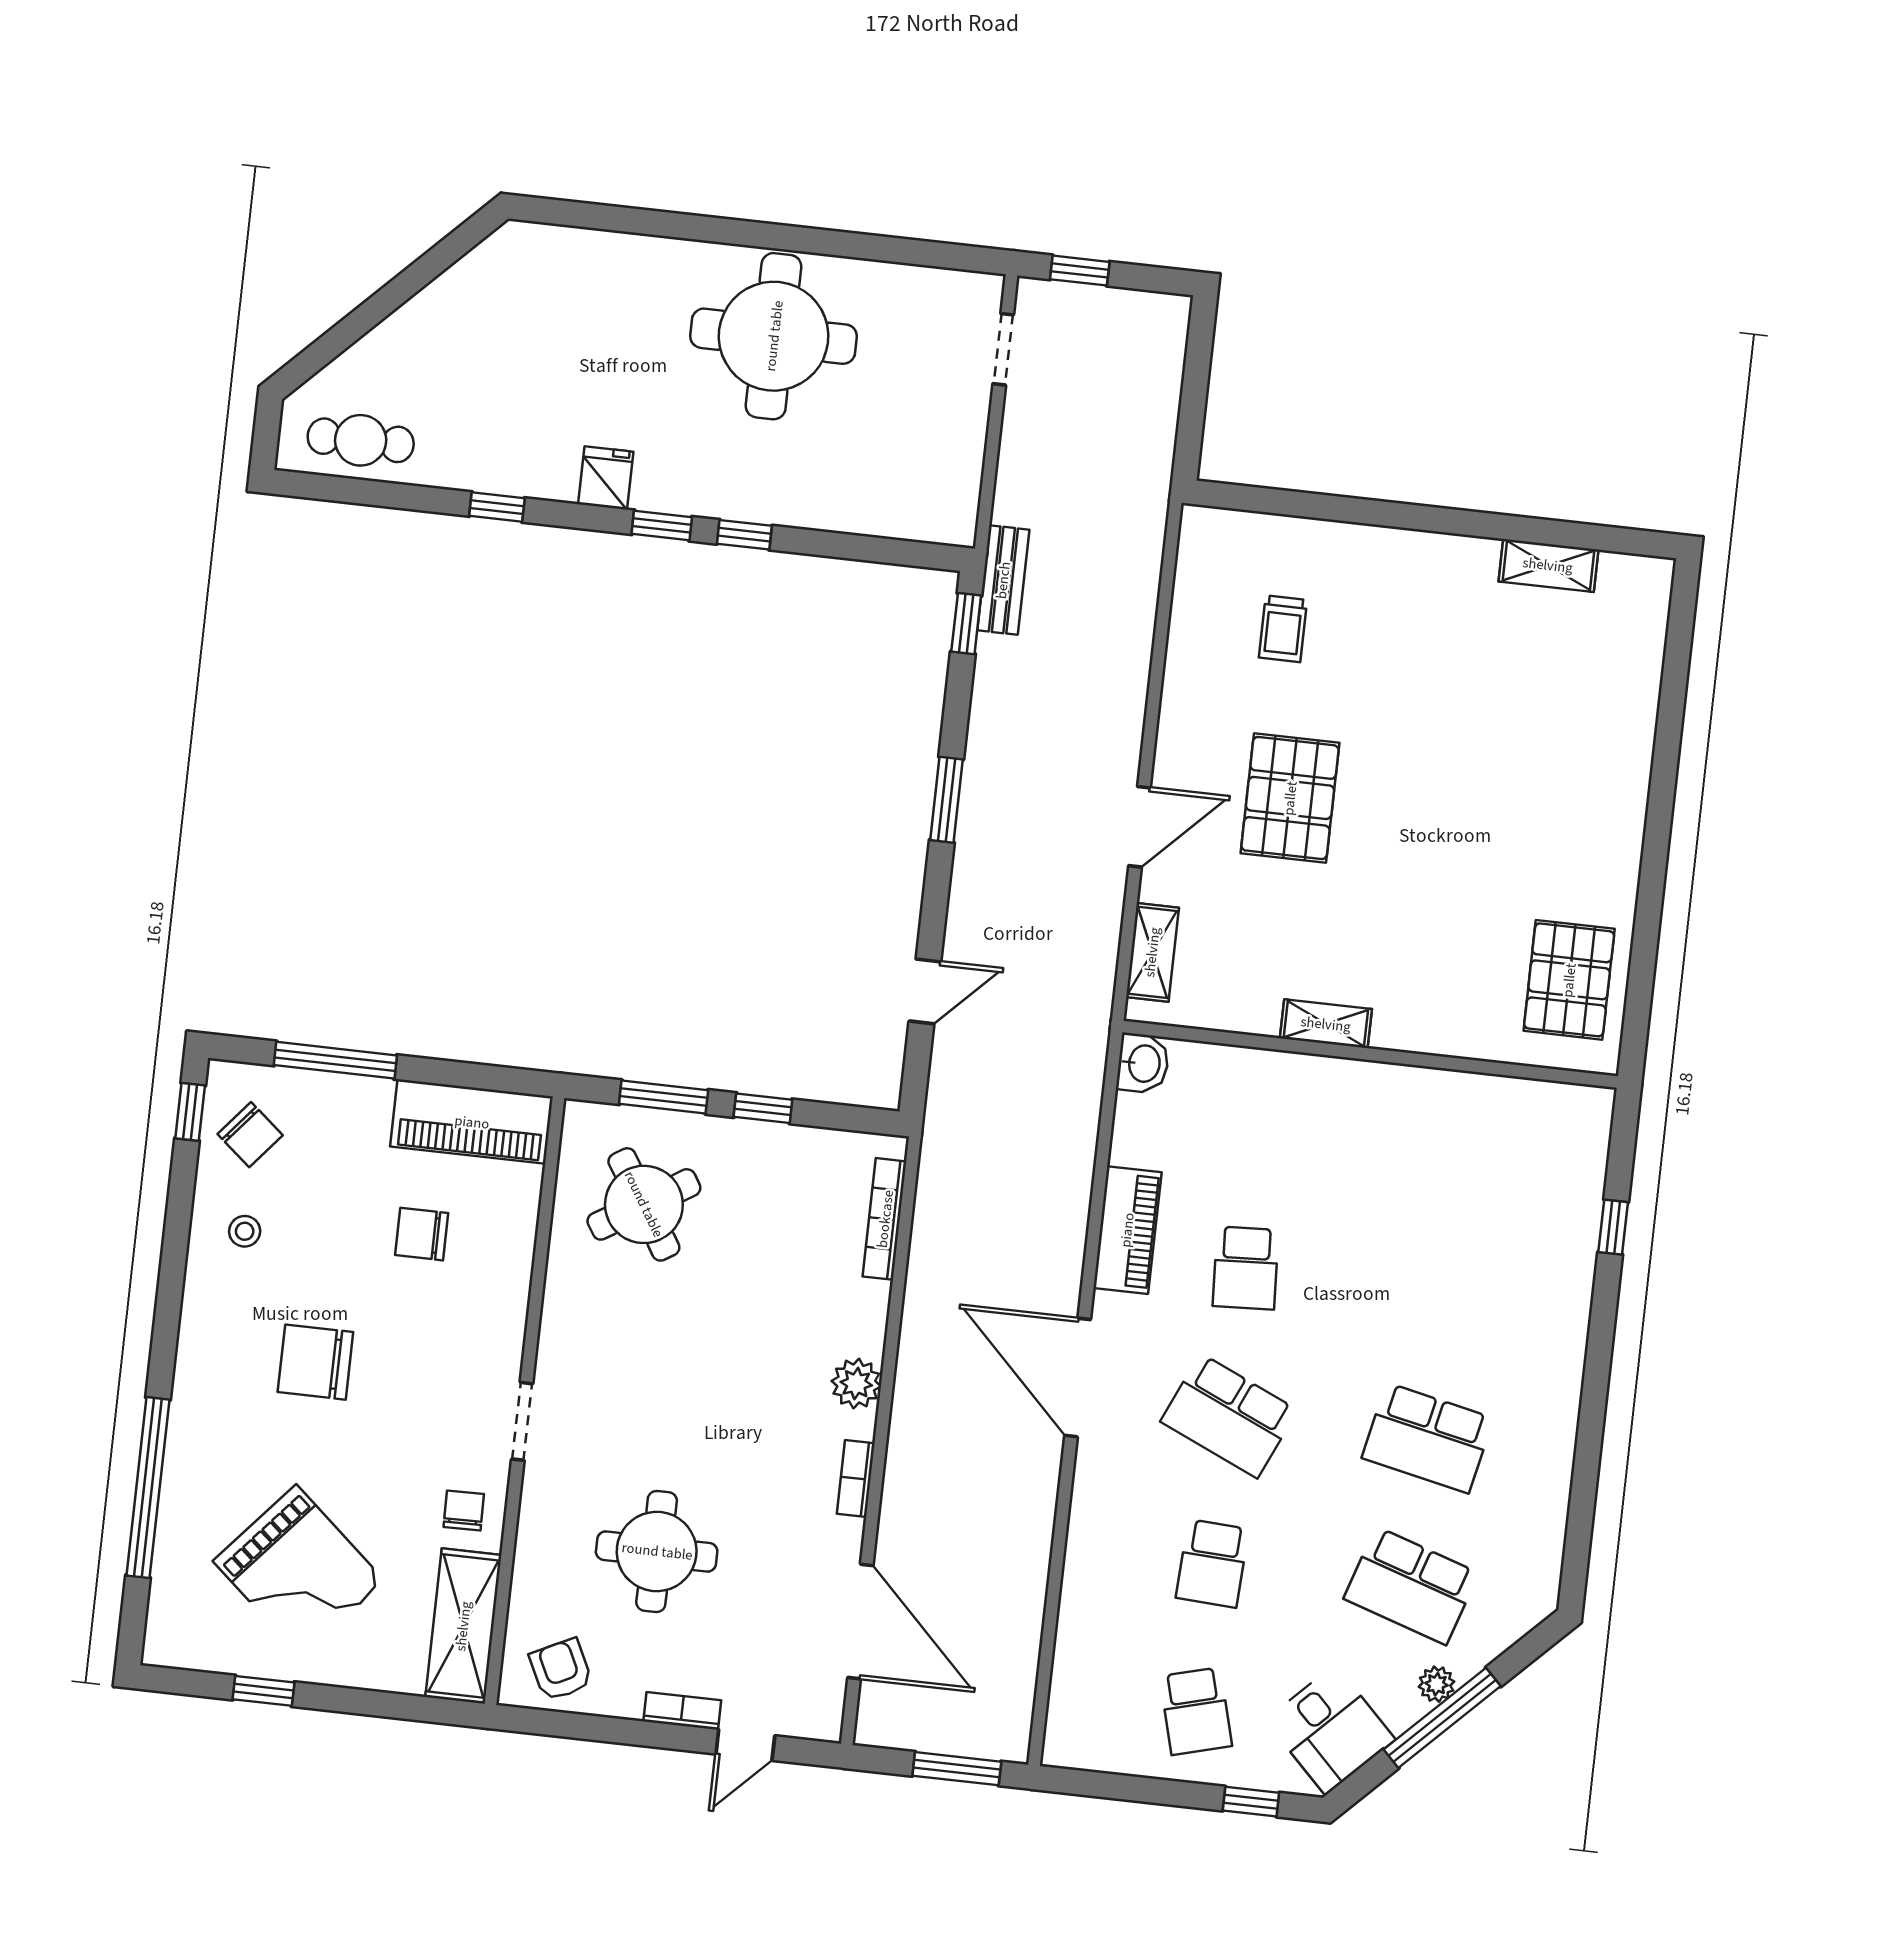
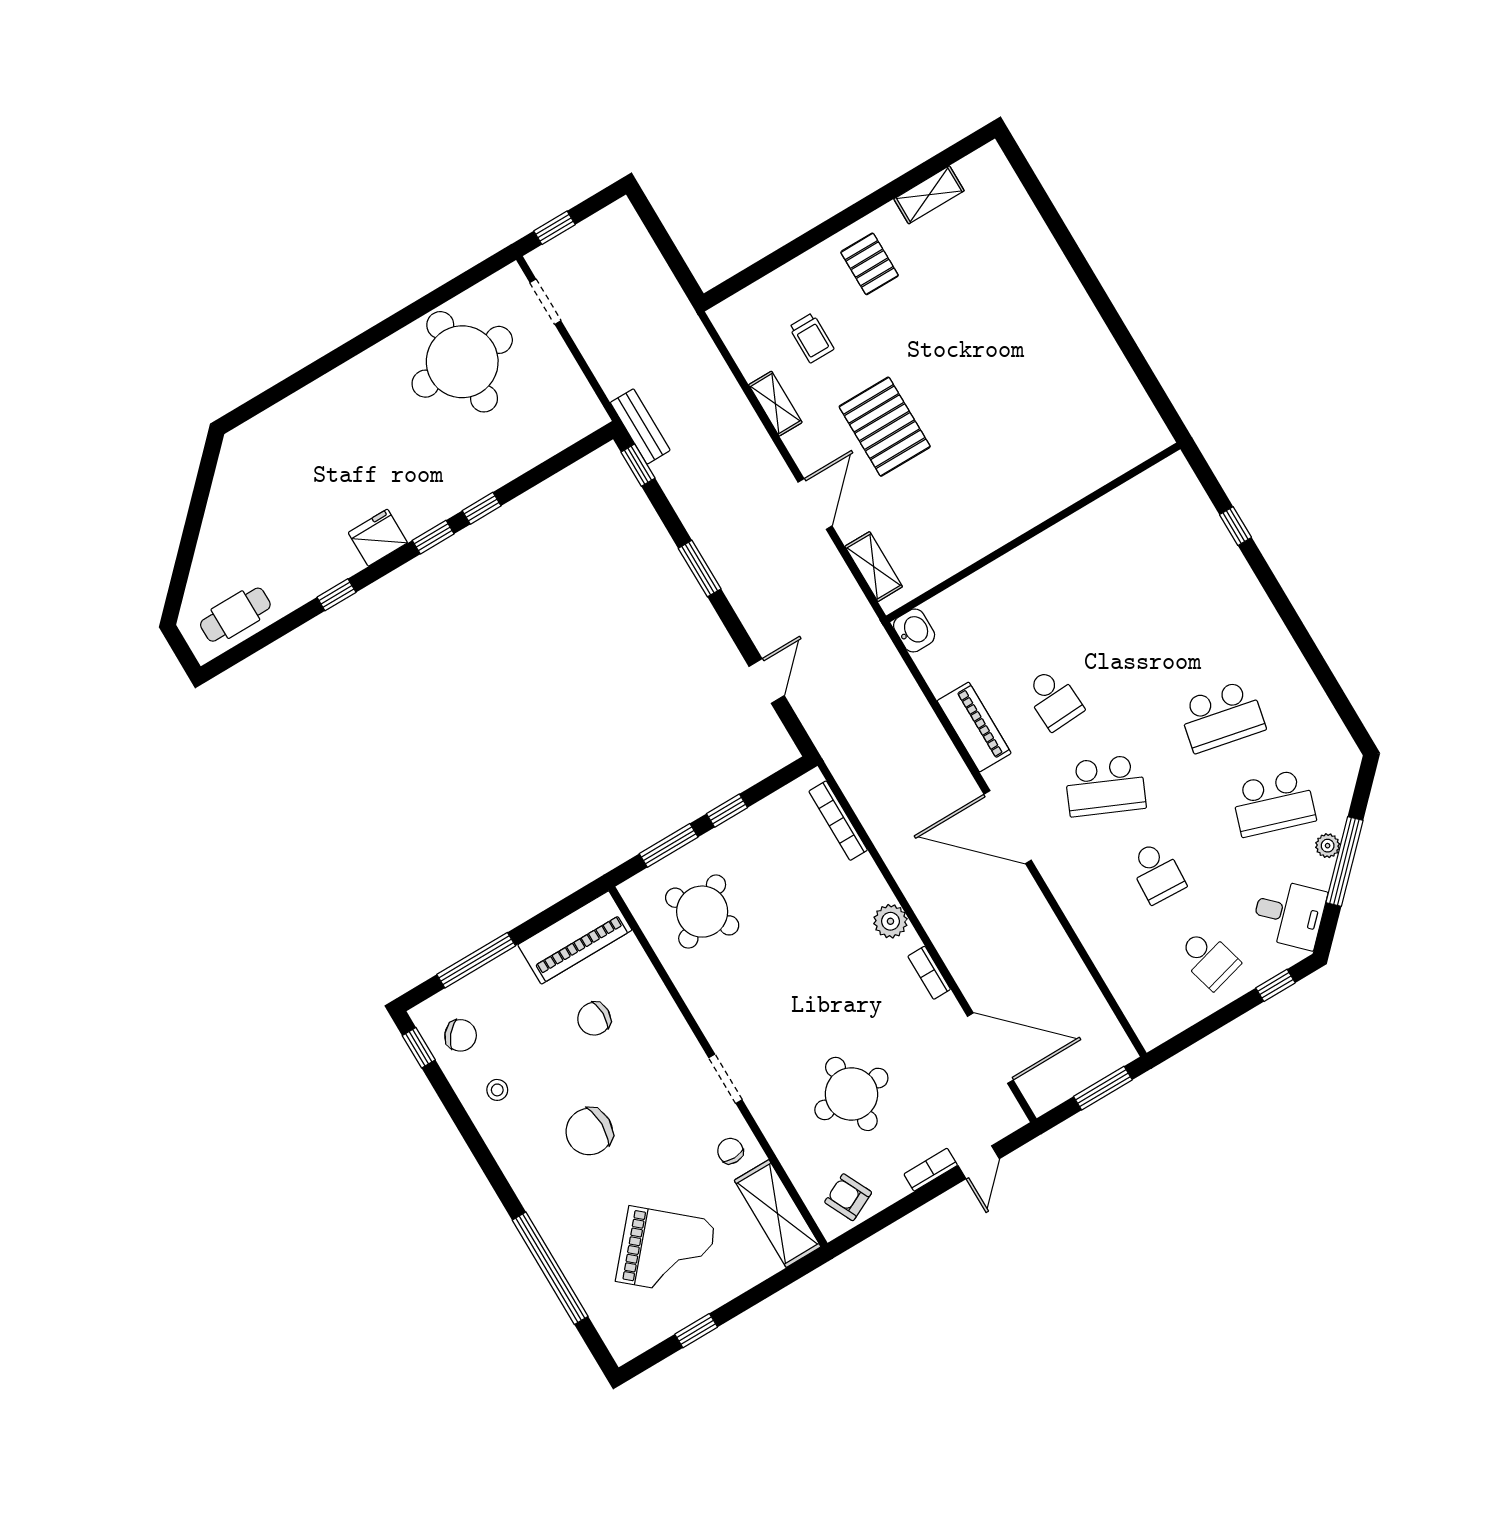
round table: (774, 336) -> (462, 362), moved
fridge: (606, 478) -> (378, 538), width x1.38
pallet: (1569, 980) -> (870, 264), moved, width x0.67, depth x0.71
shelving: (1326, 1024) -> (775, 404), moved, turned 90

